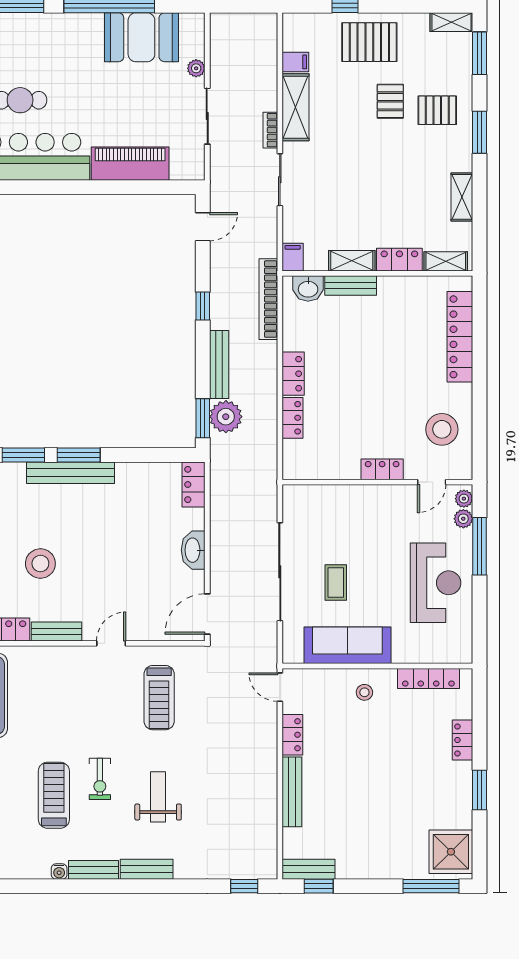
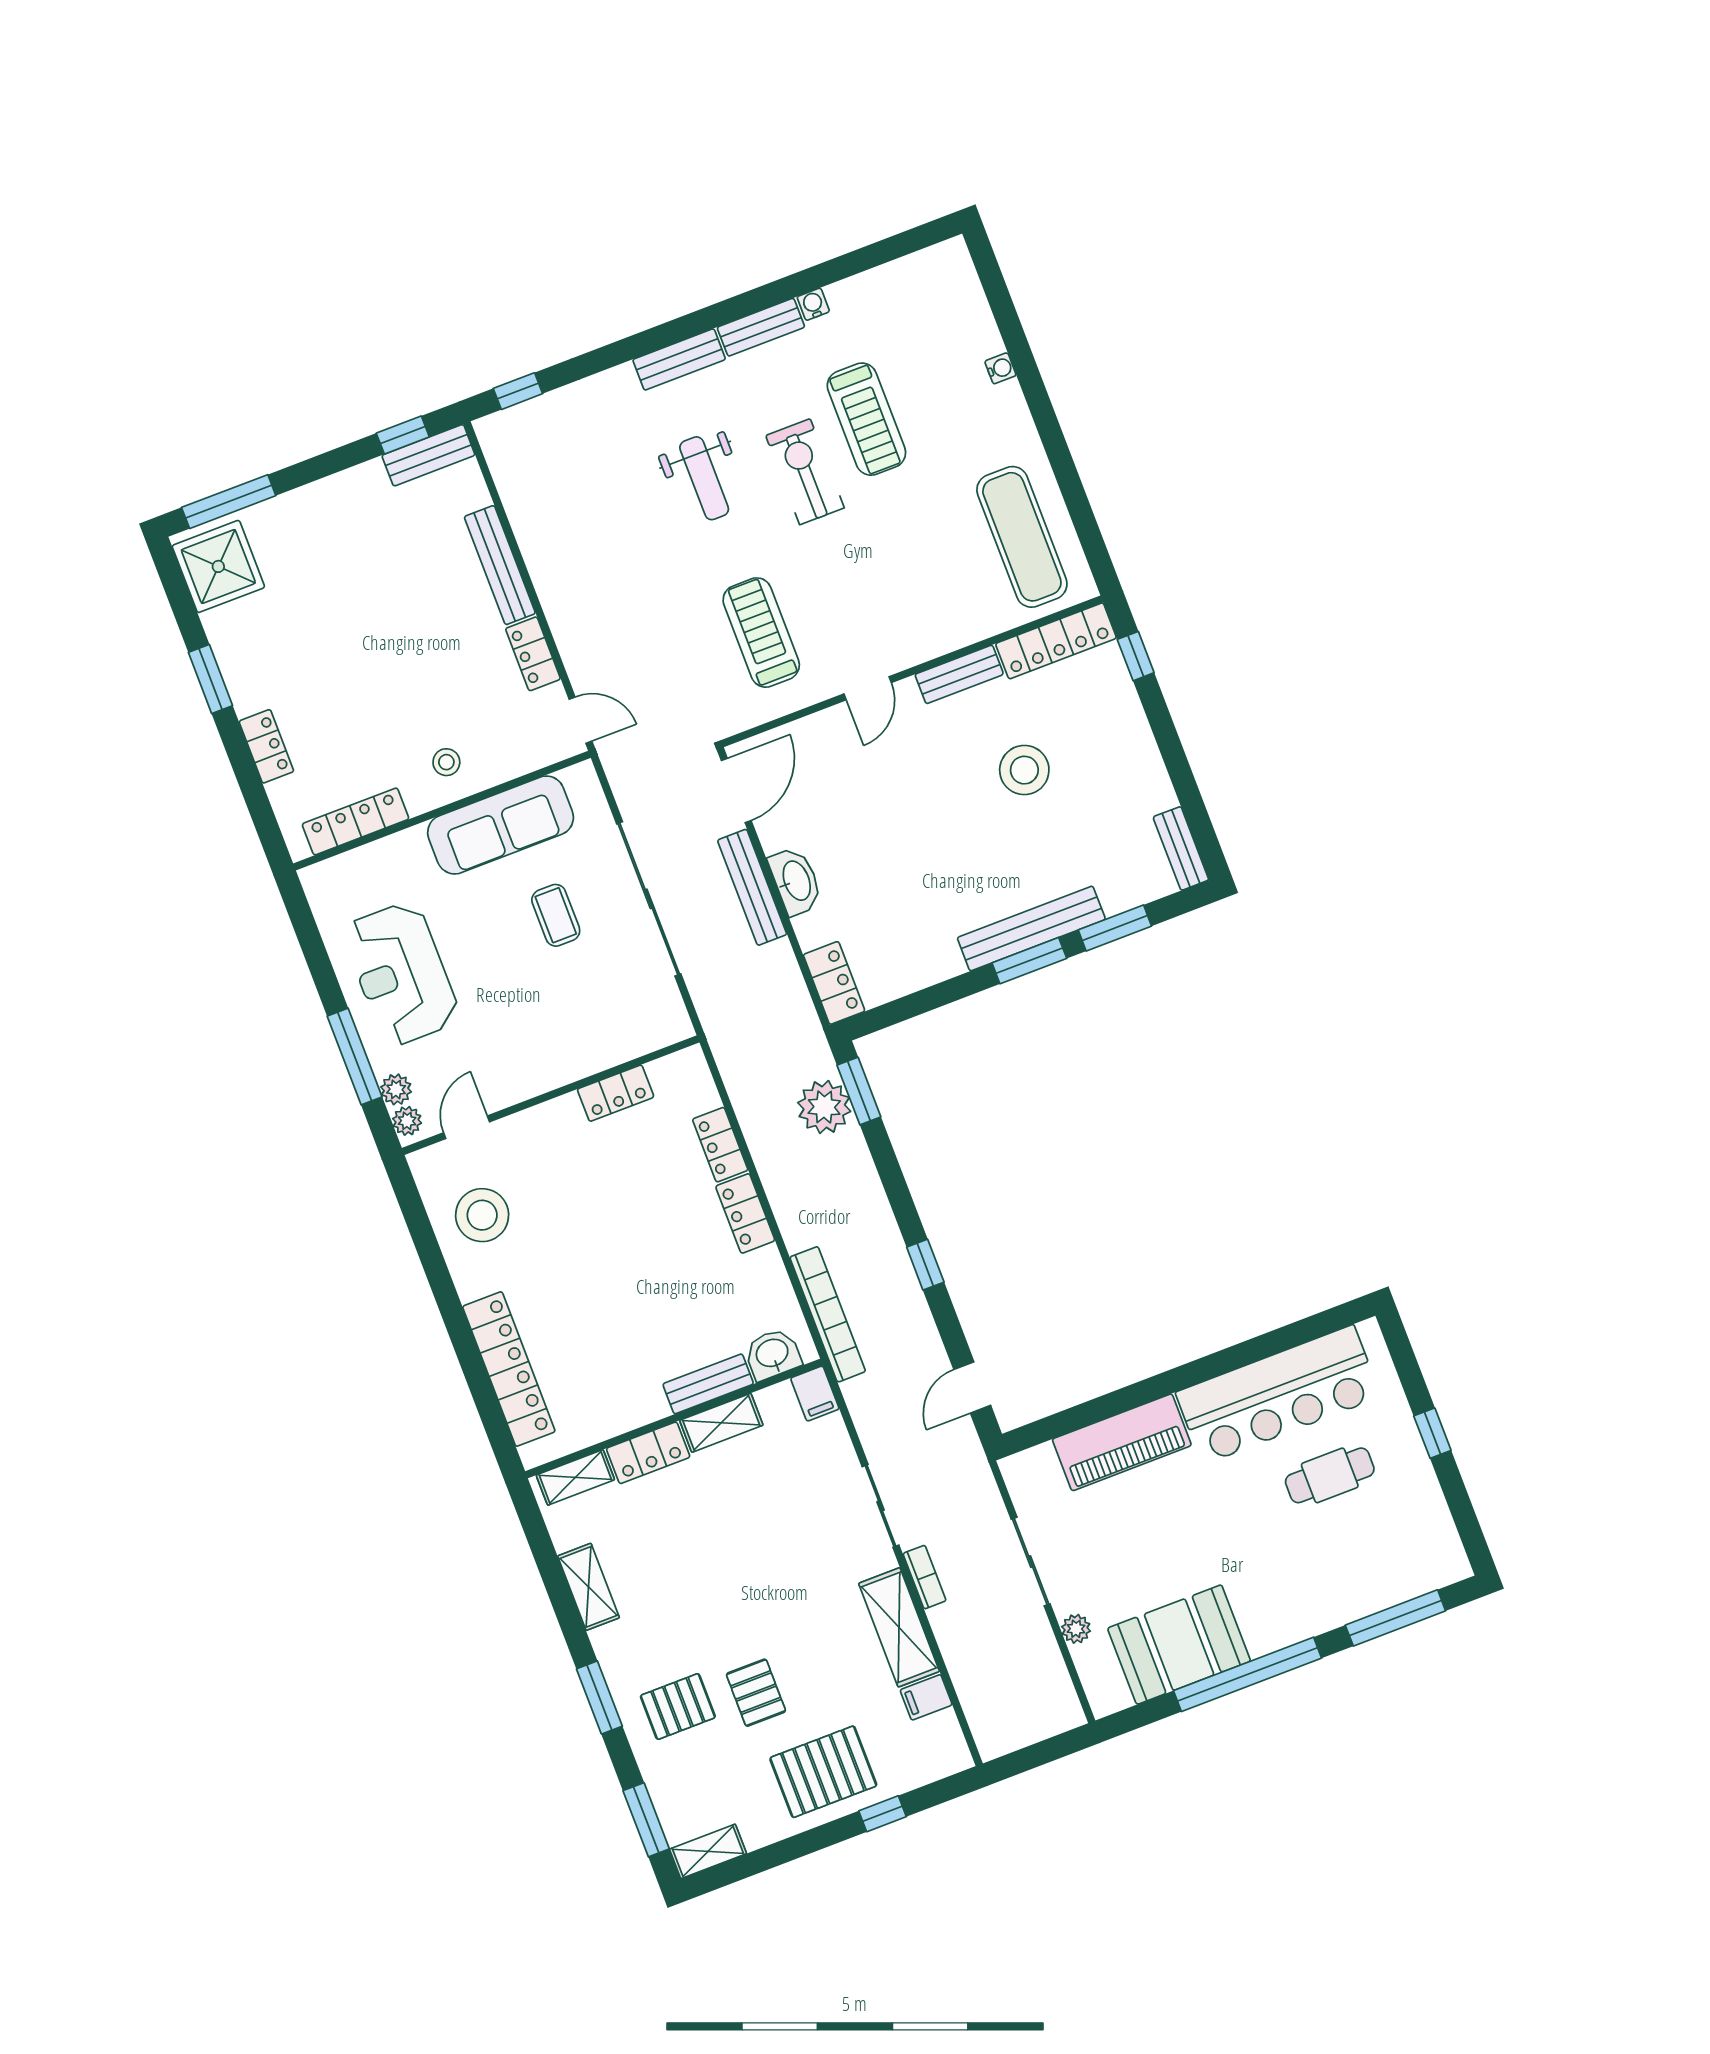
bench: (219, 364) -> (752, 887), moved
locker: (382, 469) -> (616, 1093), moved
exercise bike: (100, 779) -> (805, 472), width x1.38, depth x1.39

